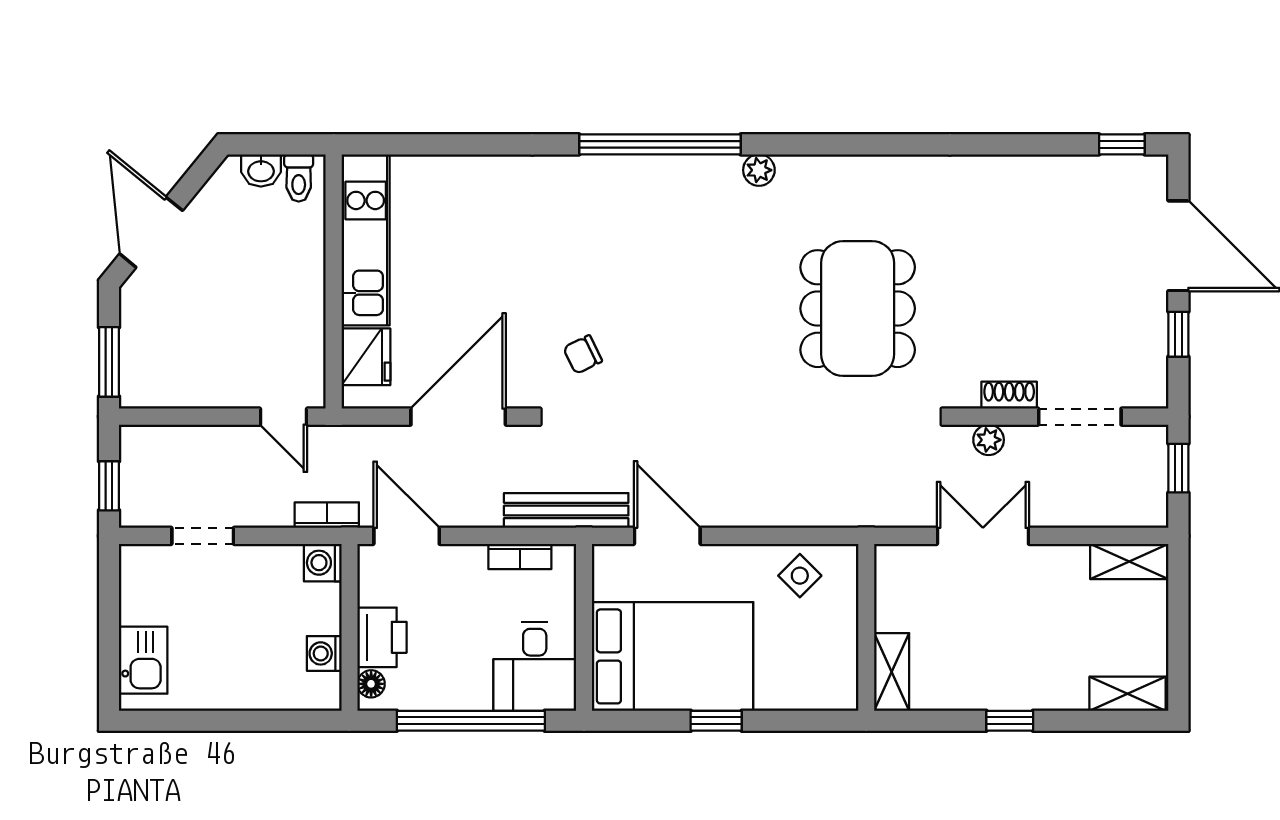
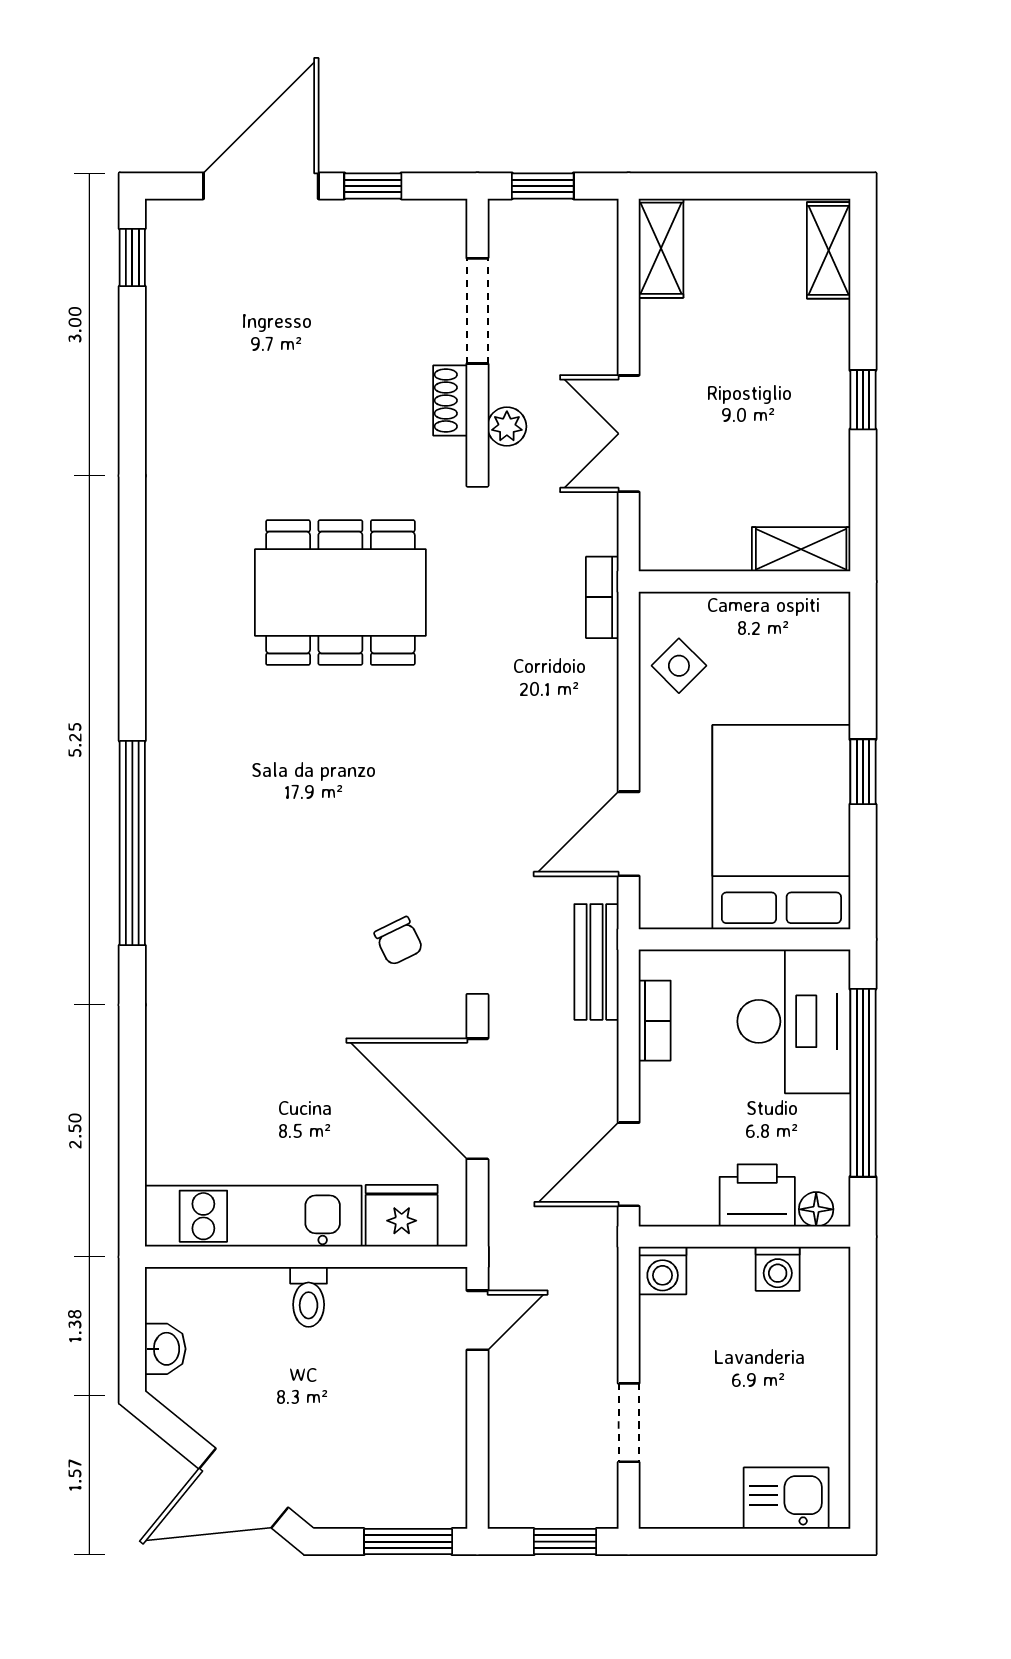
plant: (759, 170) -> (165, 718), removed
toilet: (299, 178) -> (309, 1297), moved, turned 90
bench: (566, 511) -> (596, 962), width x0.73
bookcase: (327, 515) -> (602, 597), moved
desk: (535, 666) -> (794, 1021), width x1.37

